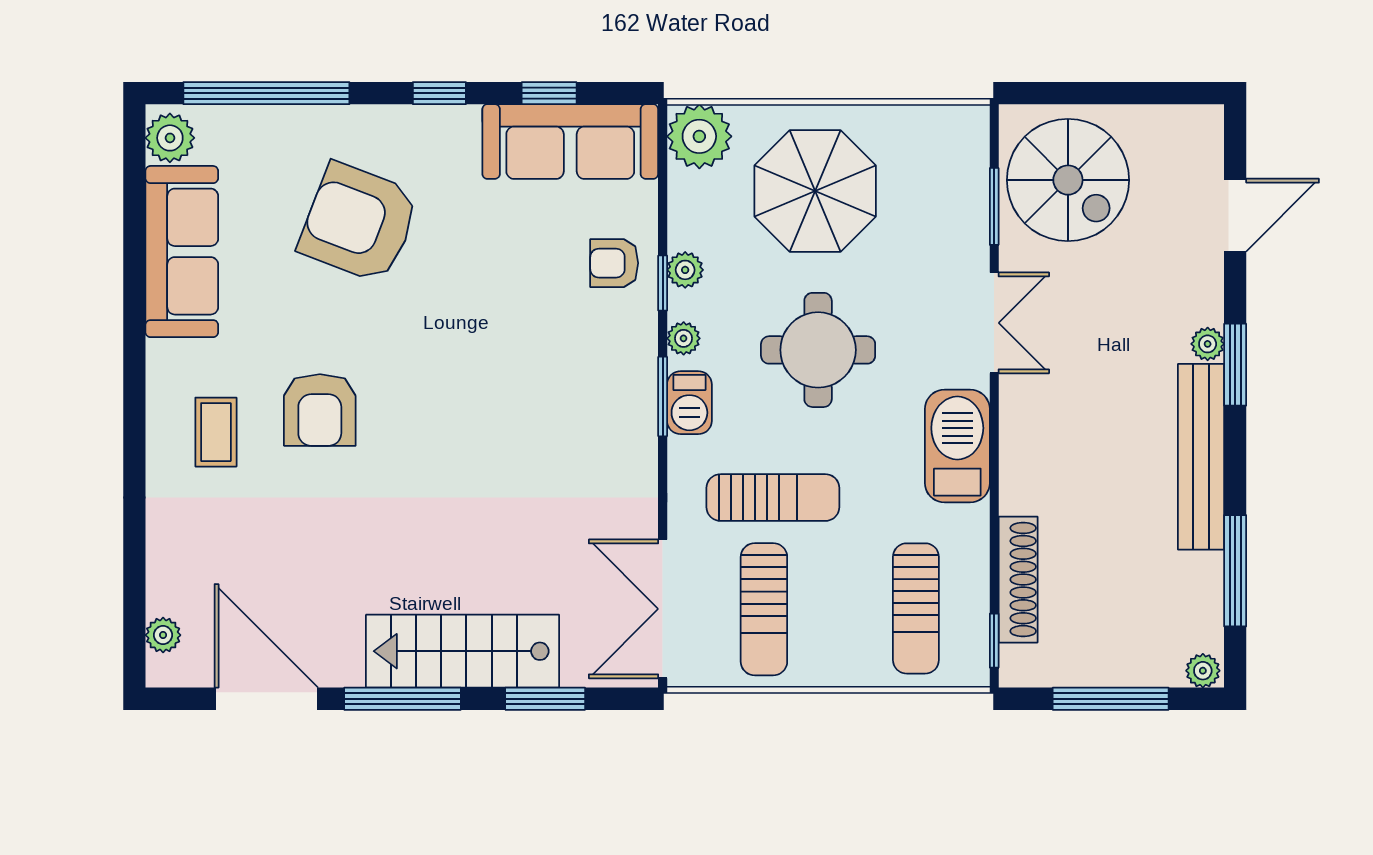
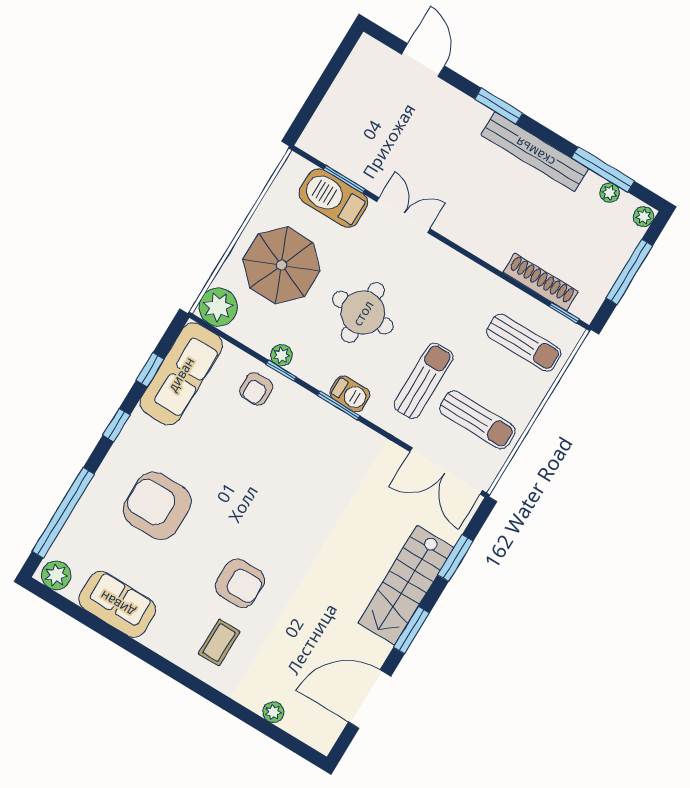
spiral stairs: (1068, 180) -> (354, 134), removed
armchair: (359, 223) -> (157, 506), turned 69
sofa: (182, 252) -> (117, 604), width x0.73
plant: (684, 338) -> (316, 377), removed
plant: (1208, 344) -> (610, 193), moved
coffee table: (216, 432) -> (219, 643), turned 90
barbecue: (957, 446) -> (333, 198), moved
plant: (163, 635) -> (273, 712), moved
window: (403, 699) -> (411, 630), width x0.69

